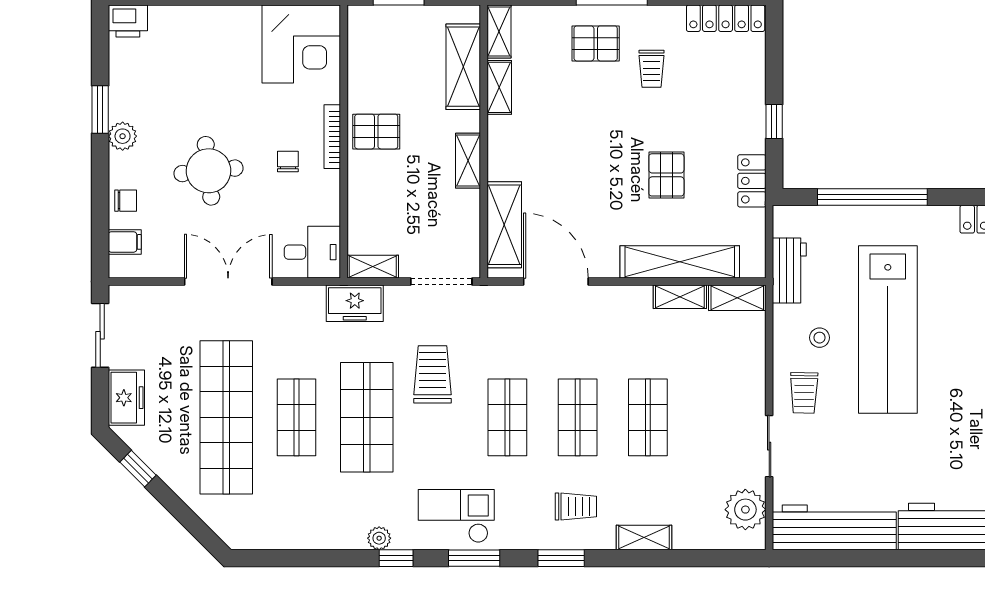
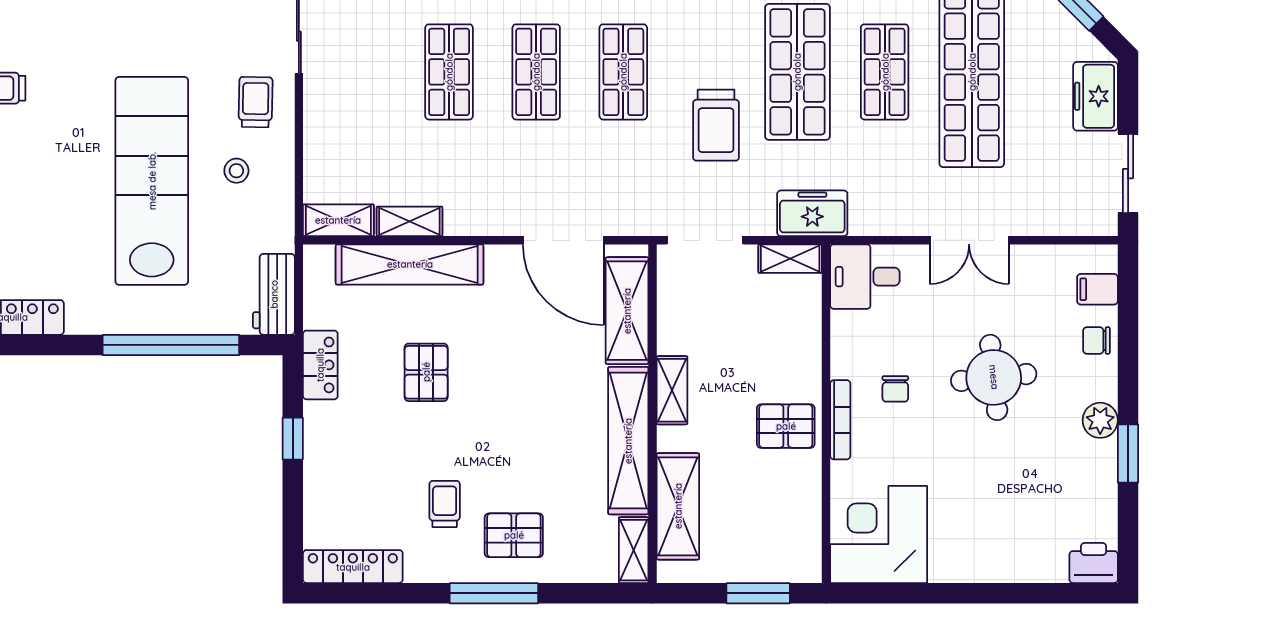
shelving: (499, 87) -> (628, 441), width x2.20, depth x1.33
workbench: (789, 270) -> (274, 294), moved
double door: (228, 282) -> (969, 240), width x0.73

